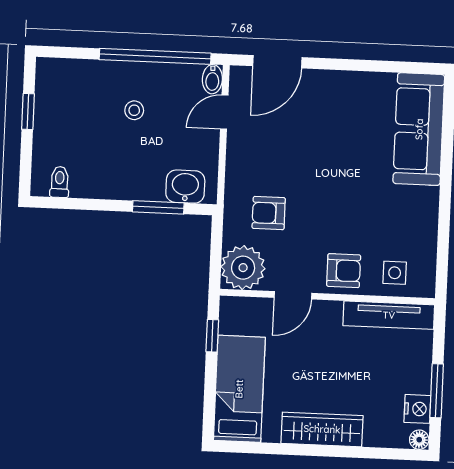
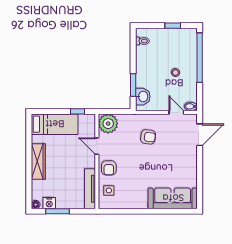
window: (155, 56) -> (200, 58), moved
door: (277, 62) -> (200, 135), swing flipped
armchair: (269, 213) -> (148, 137), moved, turned 97

